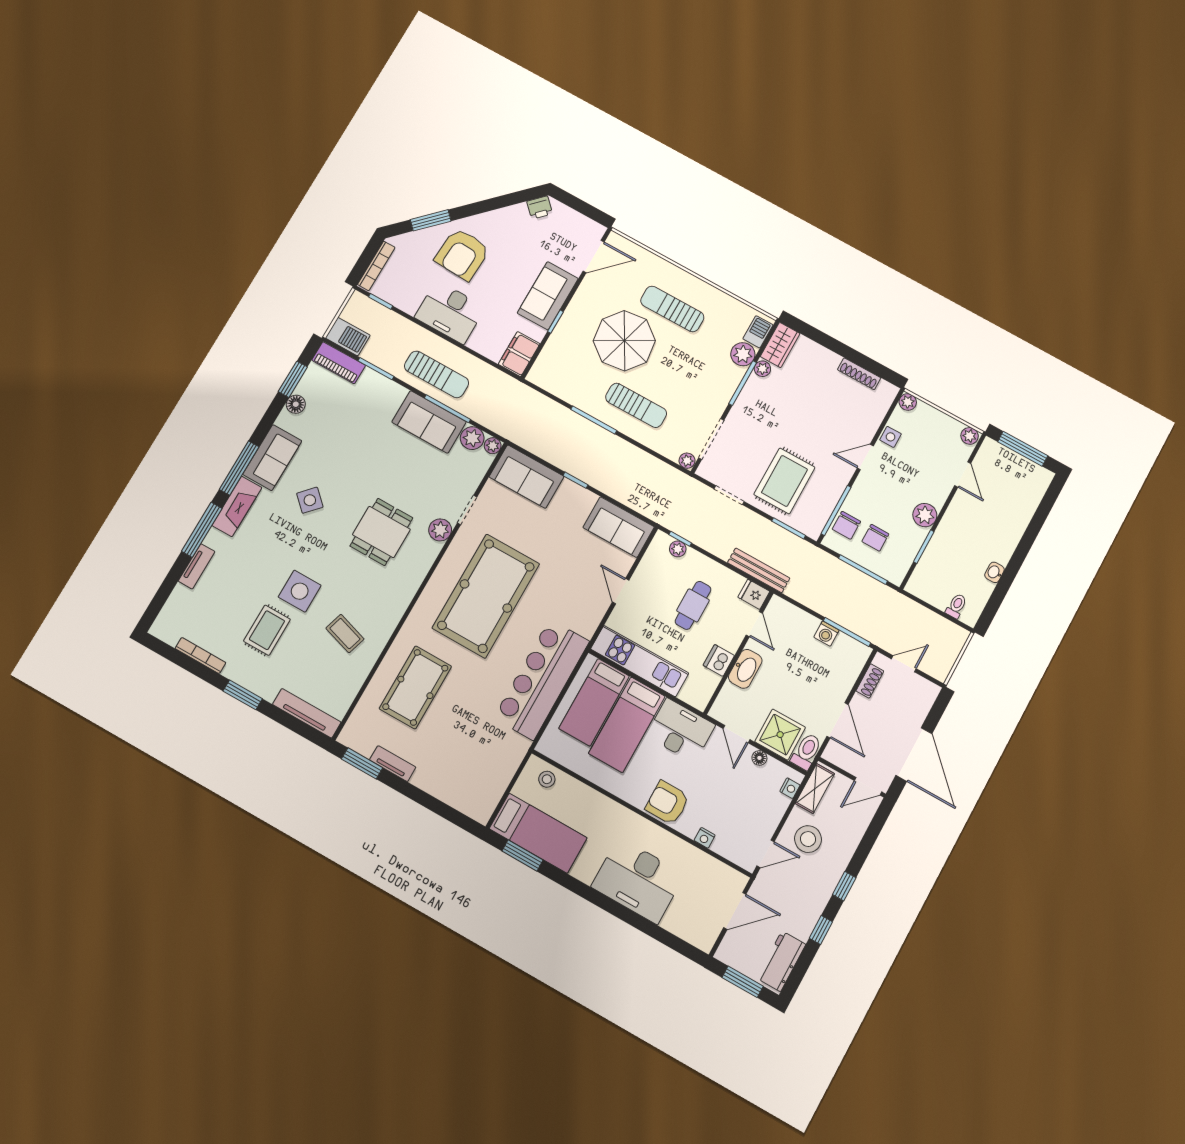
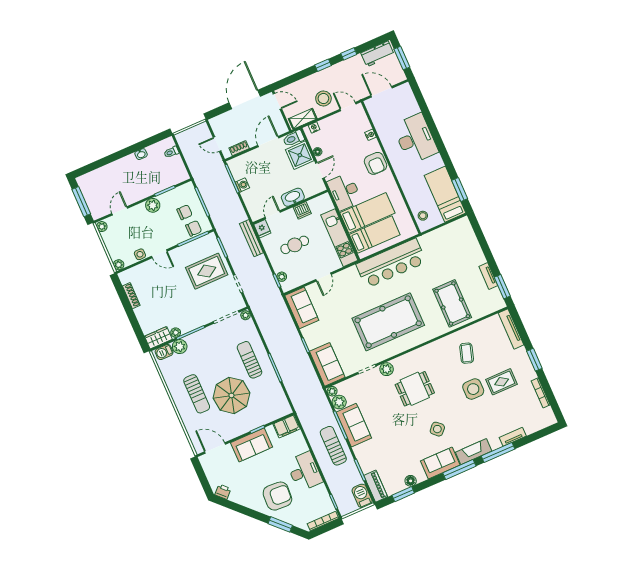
pool table: (415, 687) -> (452, 303), turned 90

